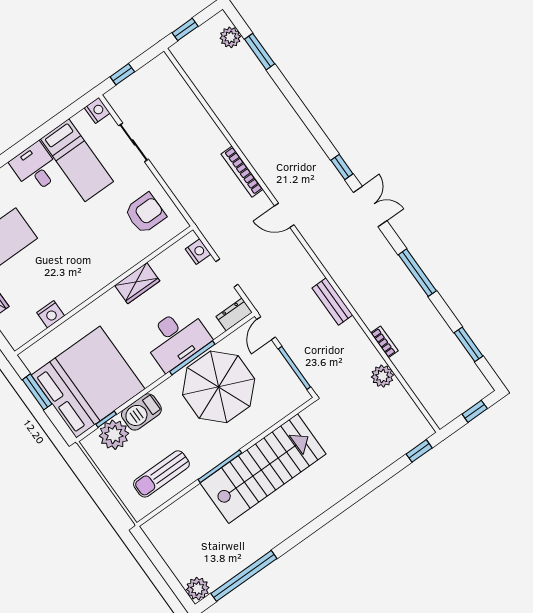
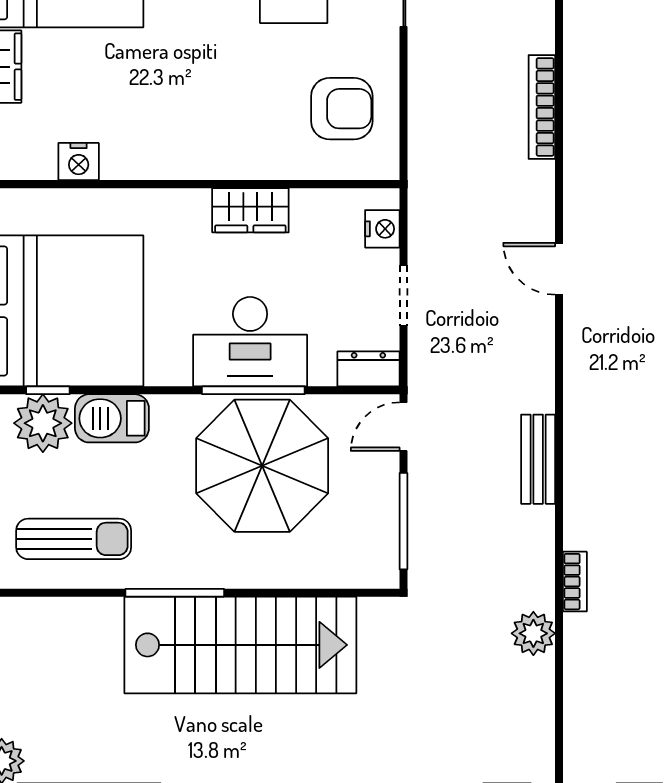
bookcase: (242, 172) -> (542, 107), moved
sun lounger: (161, 474) -> (74, 539), turned 180

